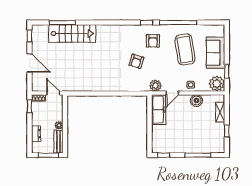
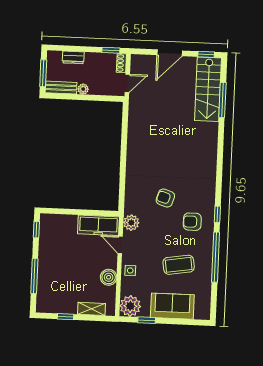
stairs: (72, 33) -> (208, 89), moved
coffee table: (185, 49) -> (179, 265), width x0.73, depth x0.76

